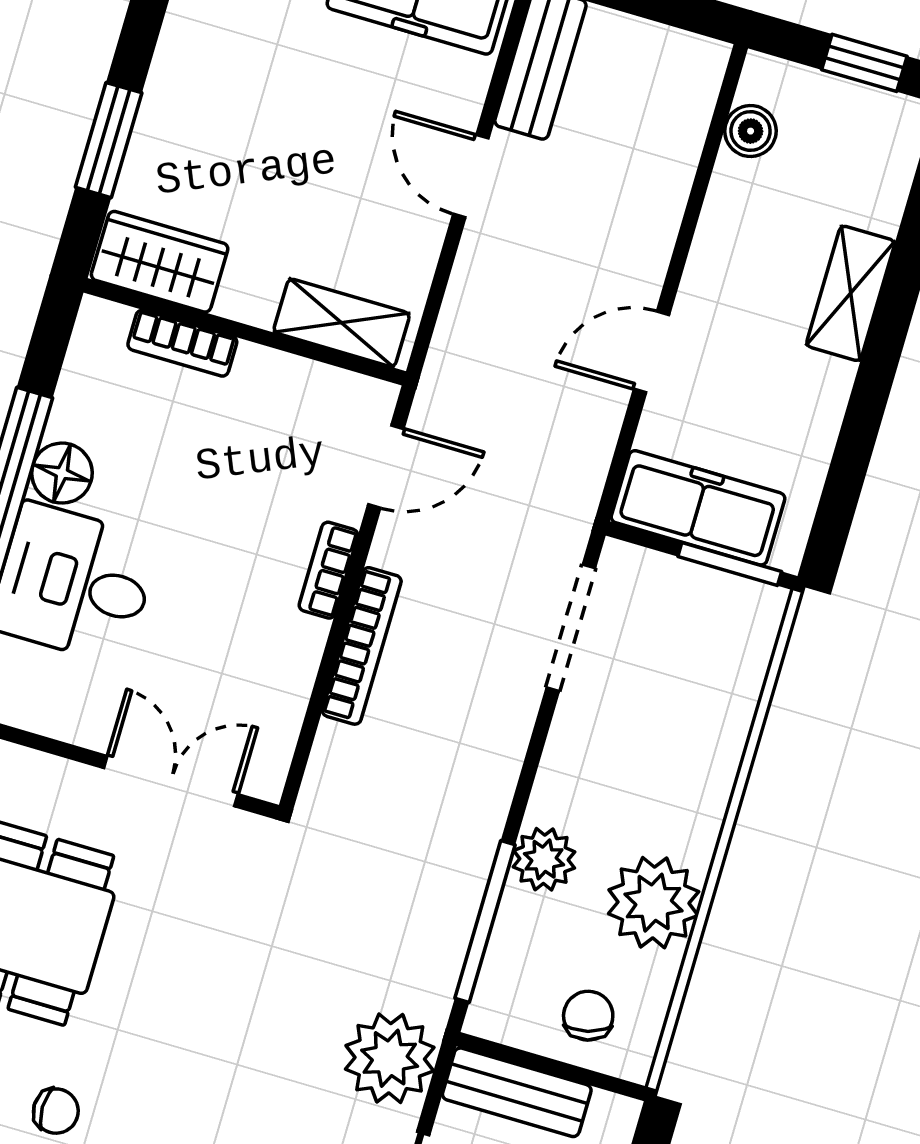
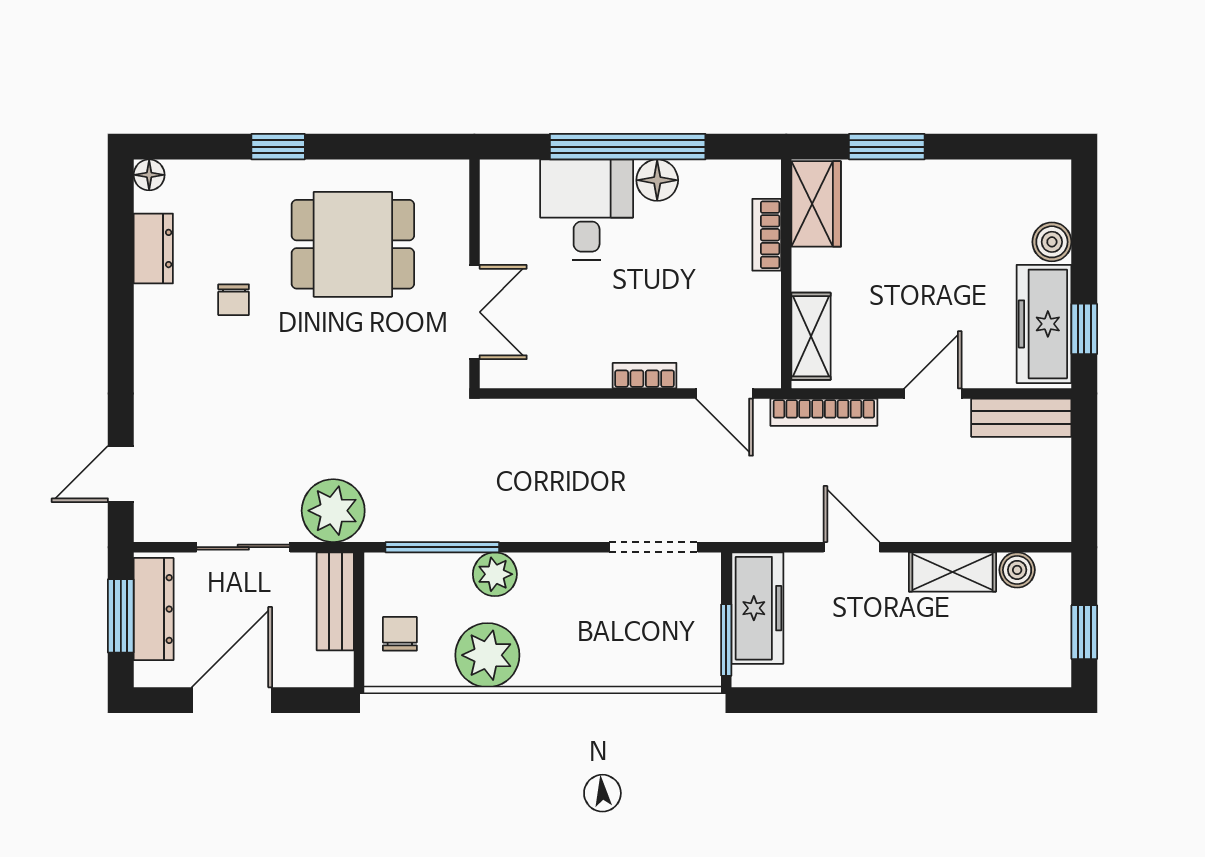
shelving: (851, 293) -> (952, 572), moved
bookcase: (362, 646) -> (824, 412), moved
chair: (588, 1016) -> (400, 634), turned -75

